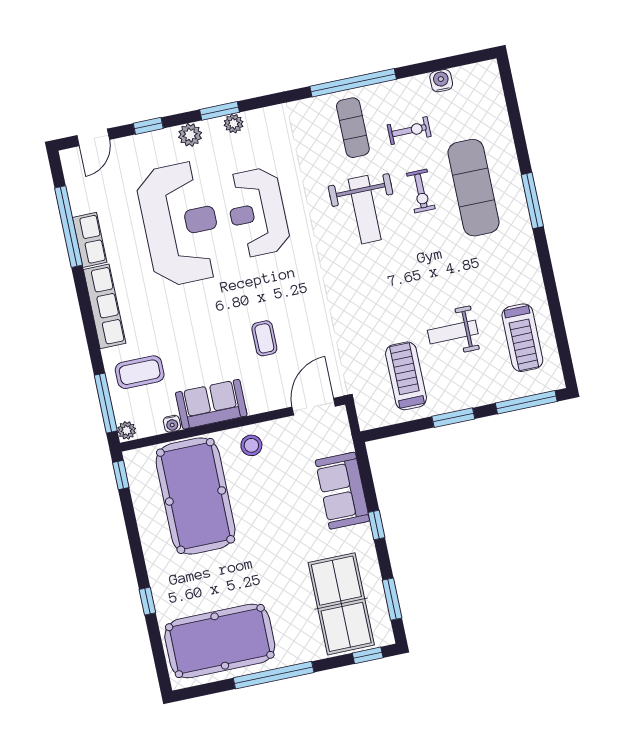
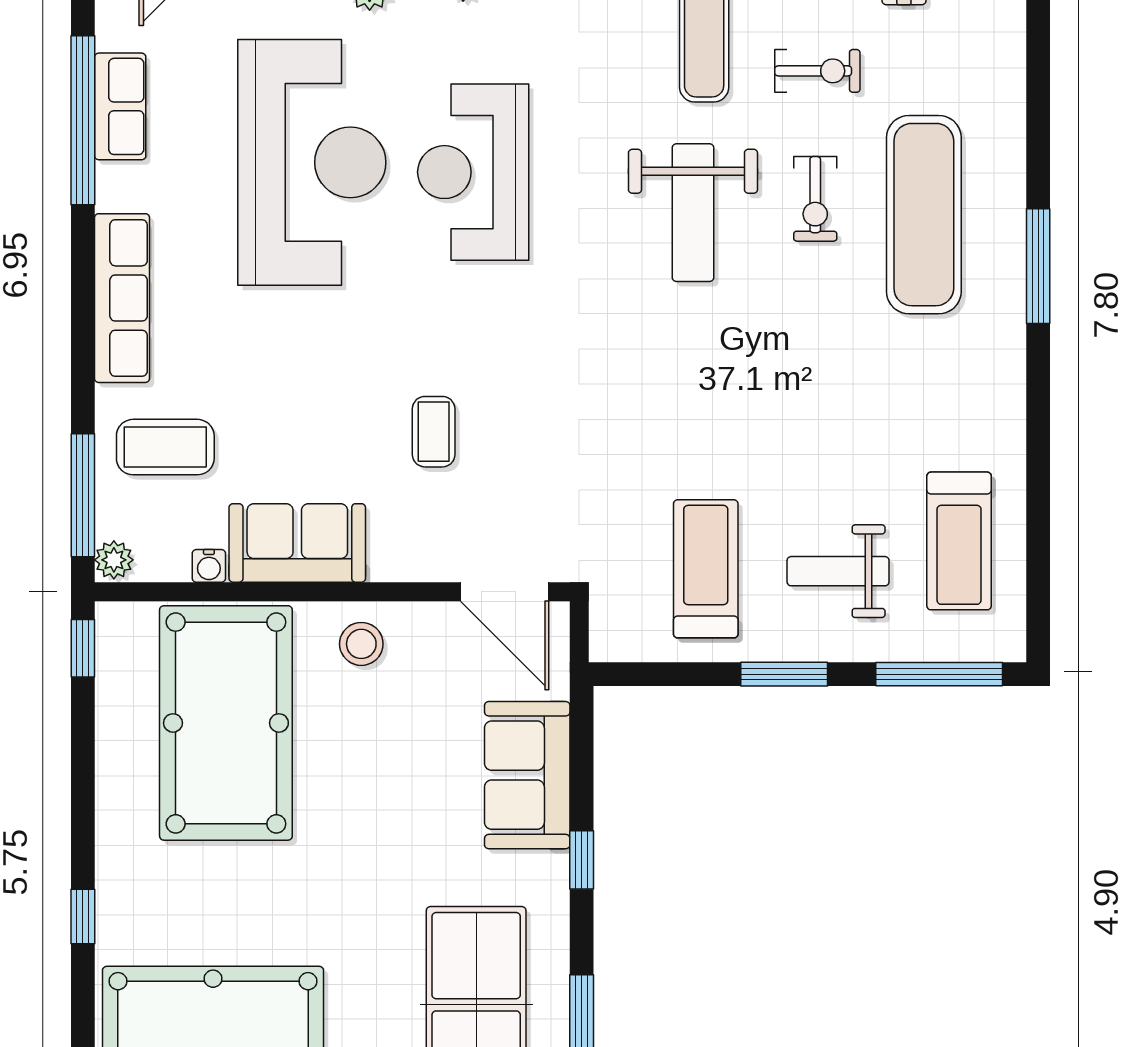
row of seats: (90, 240) -> (120, 106), moved
weight bench: (453, 332) -> (838, 571), moved
door: (314, 407) -> (505, 592), swing flipped

